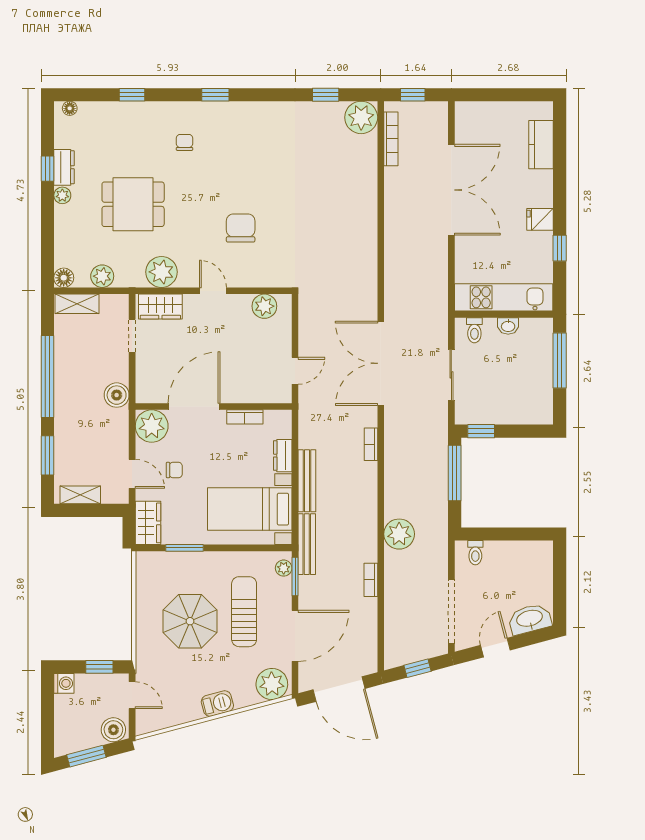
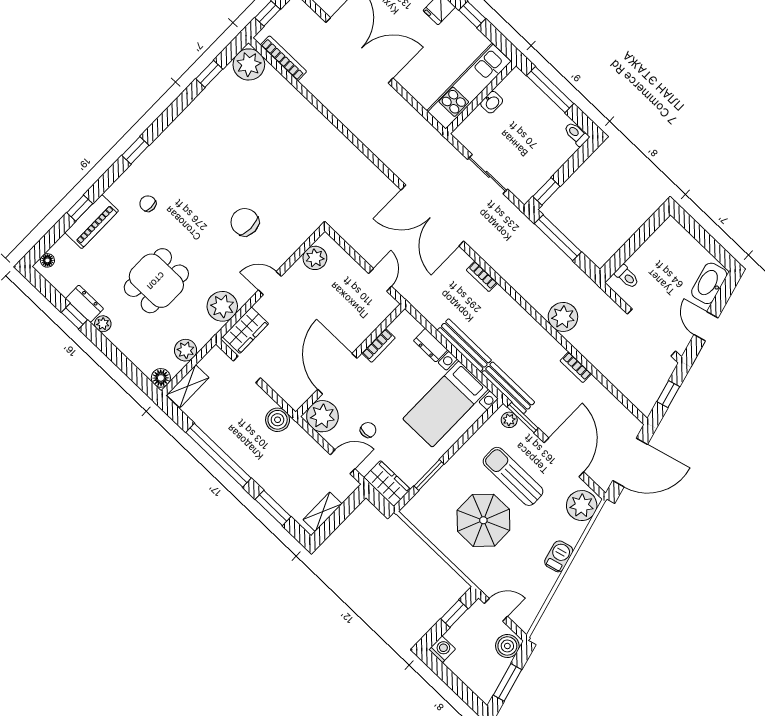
piano: (131, 113) -> (92, 222), added
toilet: (474, 330) -> (576, 134), moved, turned 180

